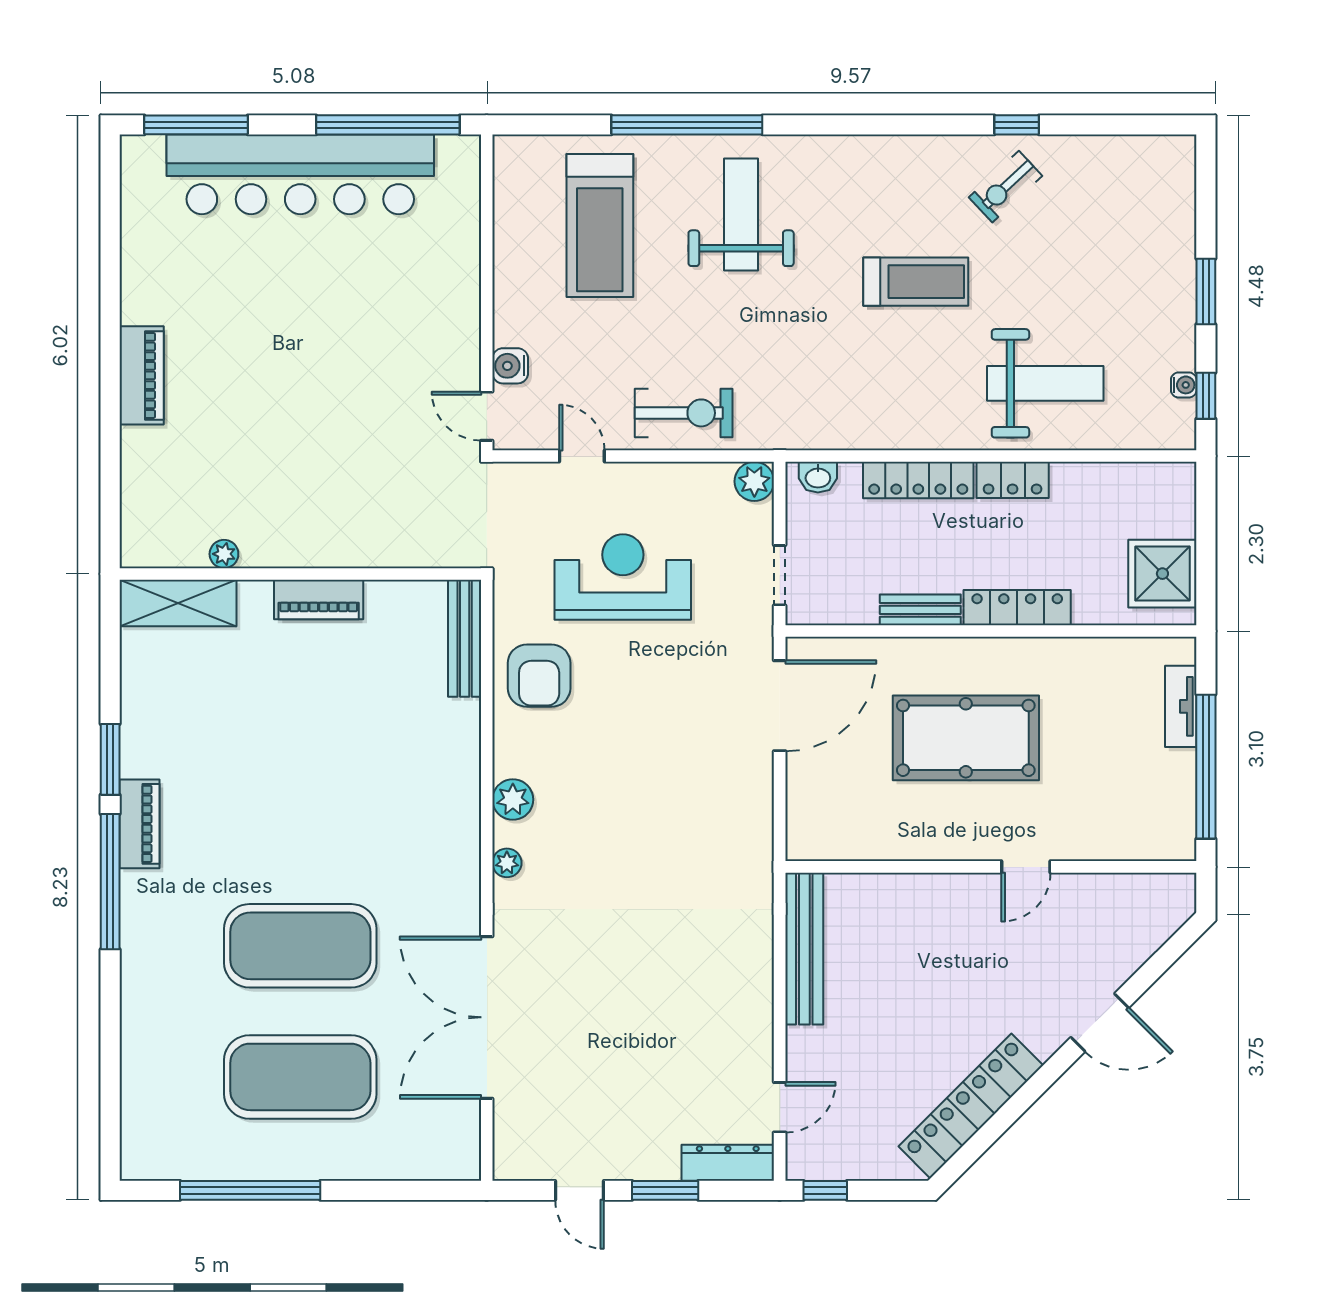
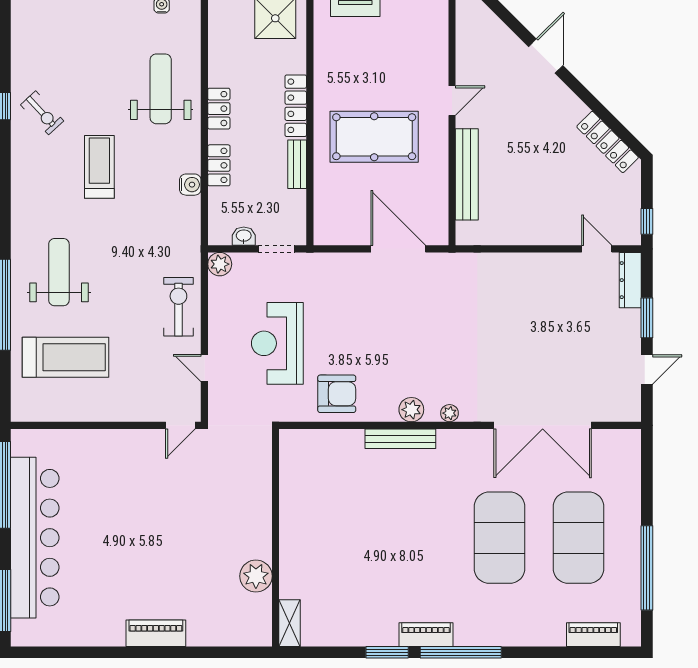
weight bench: (741, 215) -> (59, 272), turned 90
water cooler: (510, 366) -> (190, 185), moved, turned -90
door: (582, 456) -> (204, 368), hinge flipped
washbasin: (818, 477) -> (244, 236), moved, turned -90
locker: (918, 480) -> (219, 165), width x0.66
plant: (224, 554) -> (256, 576), width x1.87, depth x1.87
piano: (319, 600) -> (593, 635), moved, turned -90
shelving: (178, 603) -> (289, 623), width x0.67, depth x0.75
bench: (465, 638) -> (400, 439), moved
door: (780, 706) -> (398, 249), moved
pool table: (966, 738) -> (374, 137), turned 90
door: (1026, 867) -> (452, 101), hinge flipped
bench: (804, 949) -> (467, 174), moved, turned 90
locker: (971, 1106) -> (608, 142), width x0.71, depth x0.83

